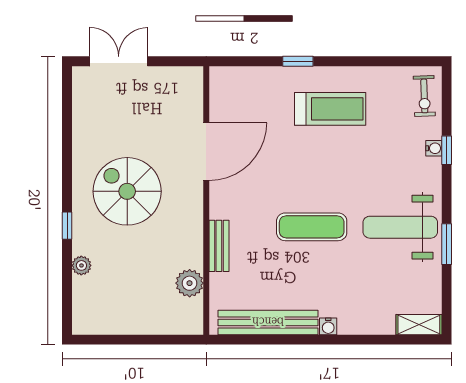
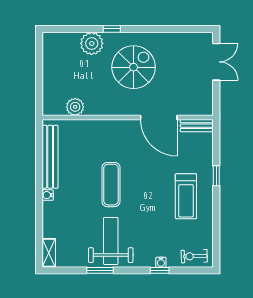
bench: (219, 246) -> (197, 126), moved
plant: (81, 265) -> (92, 43), width x1.88, depth x1.88

